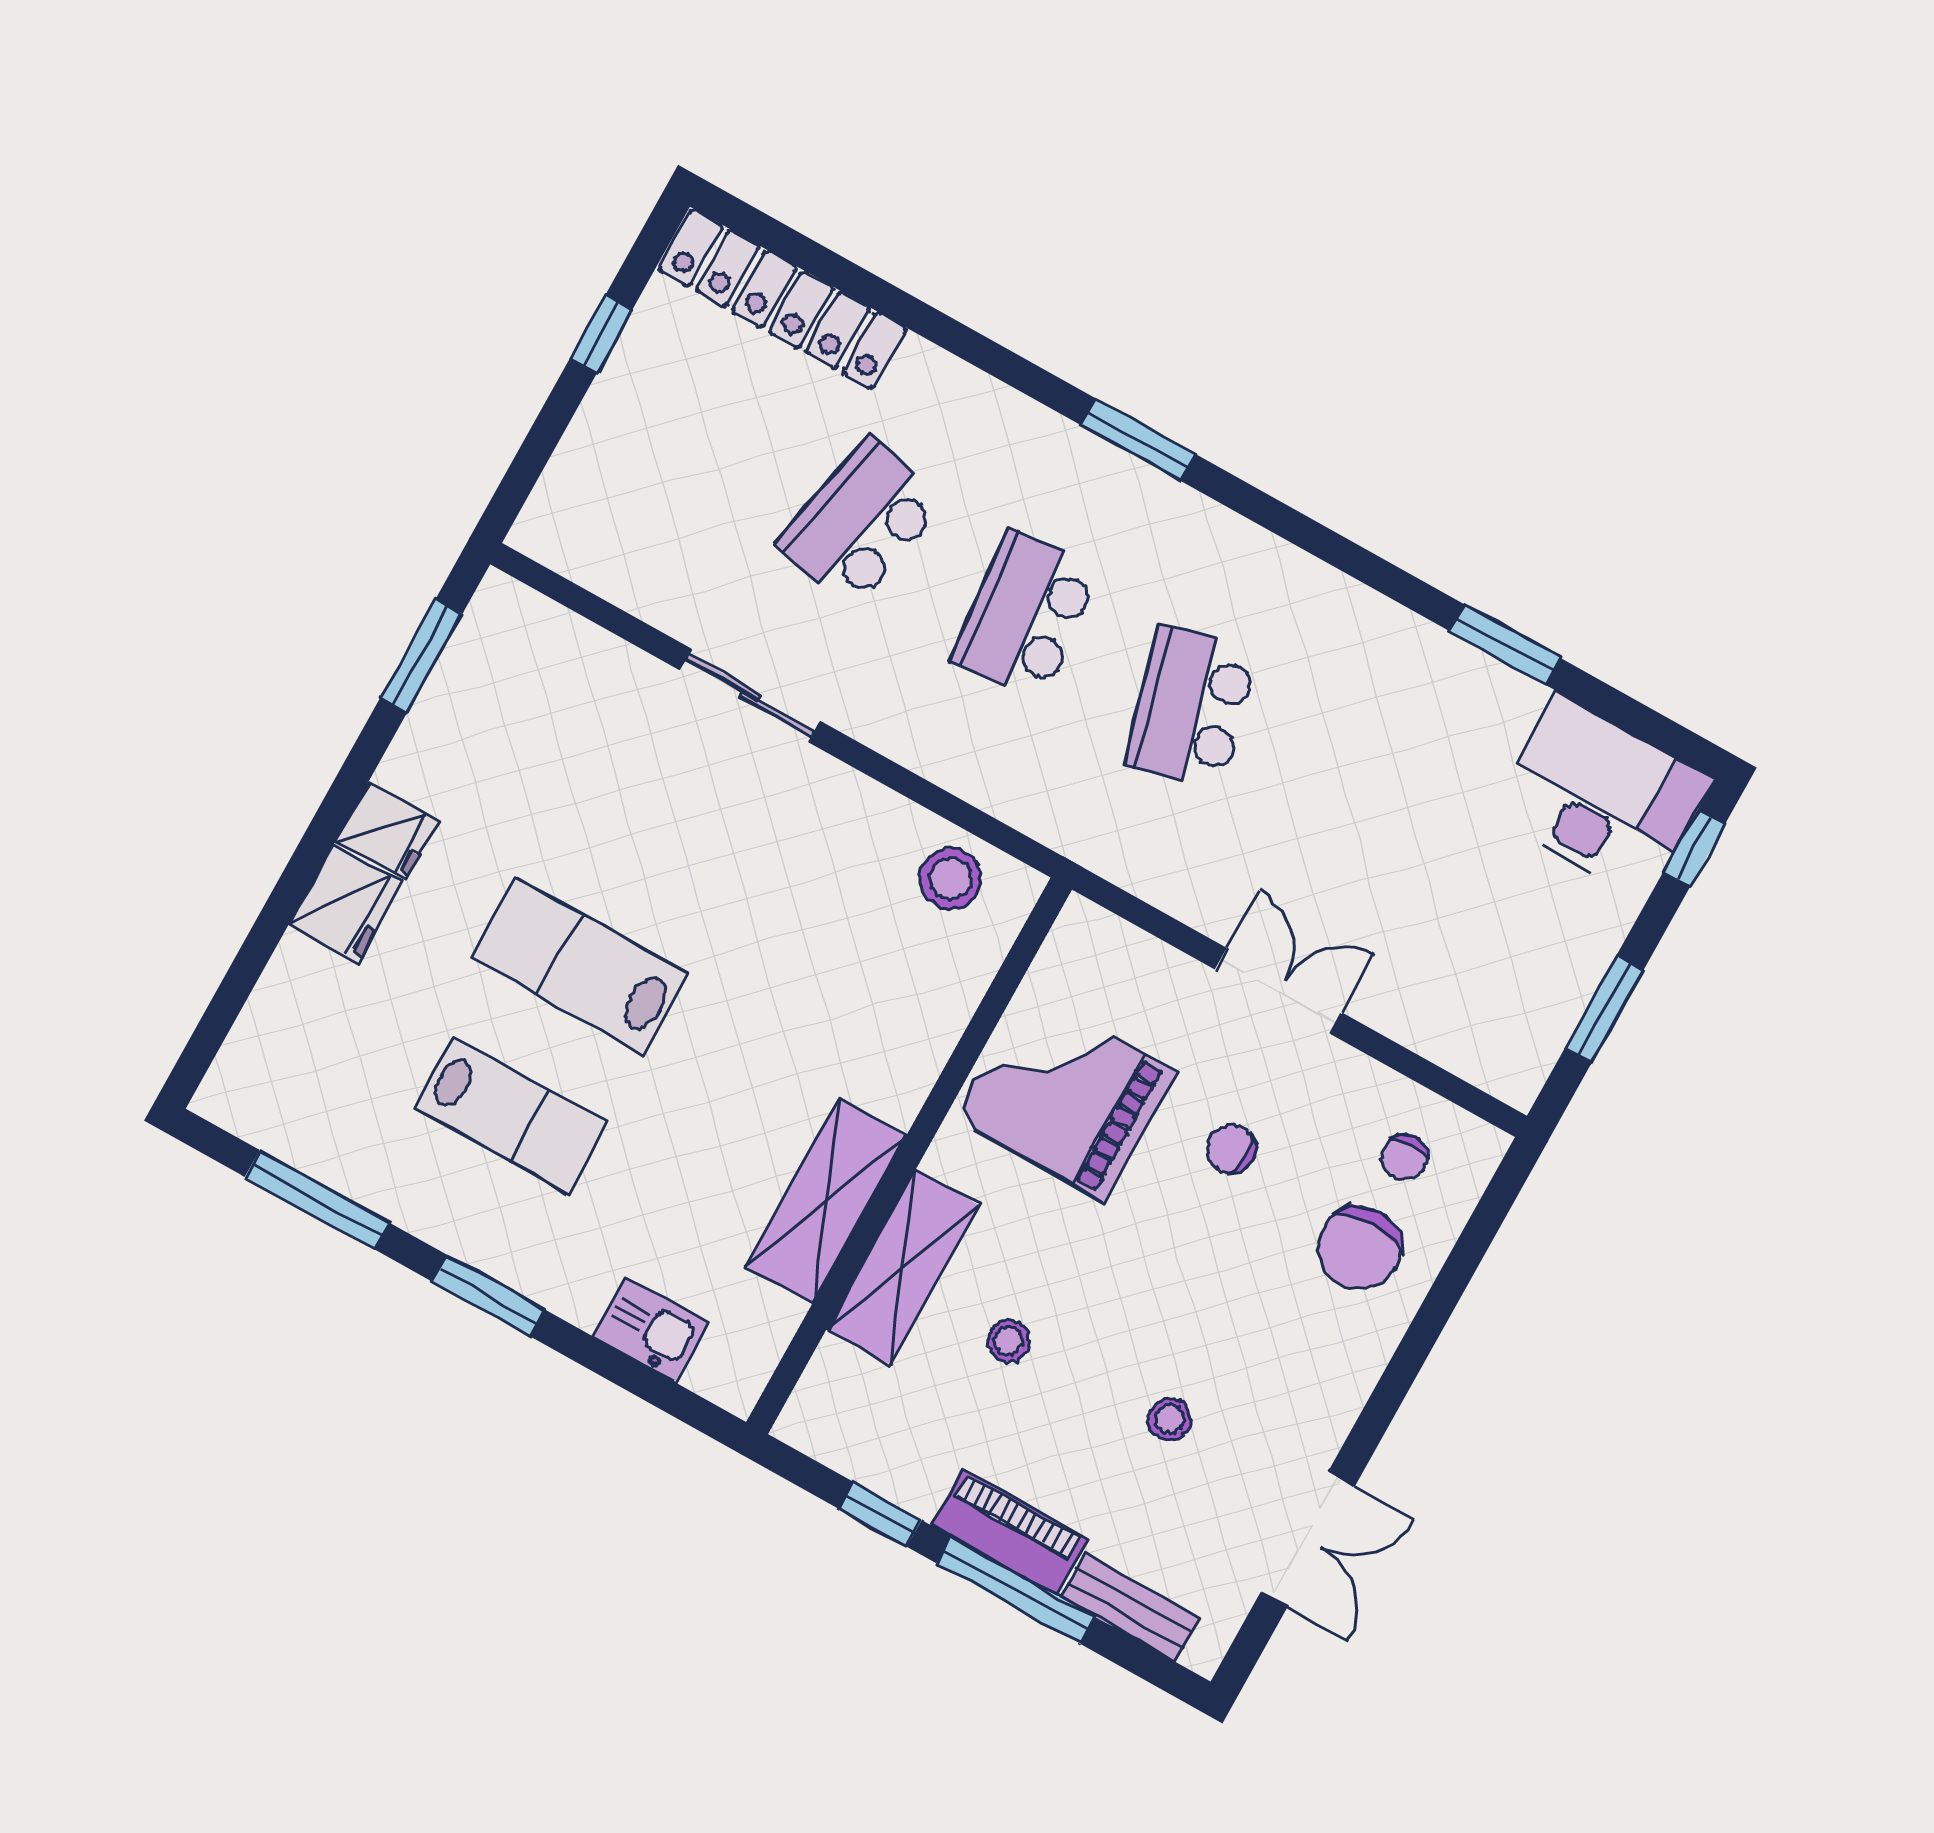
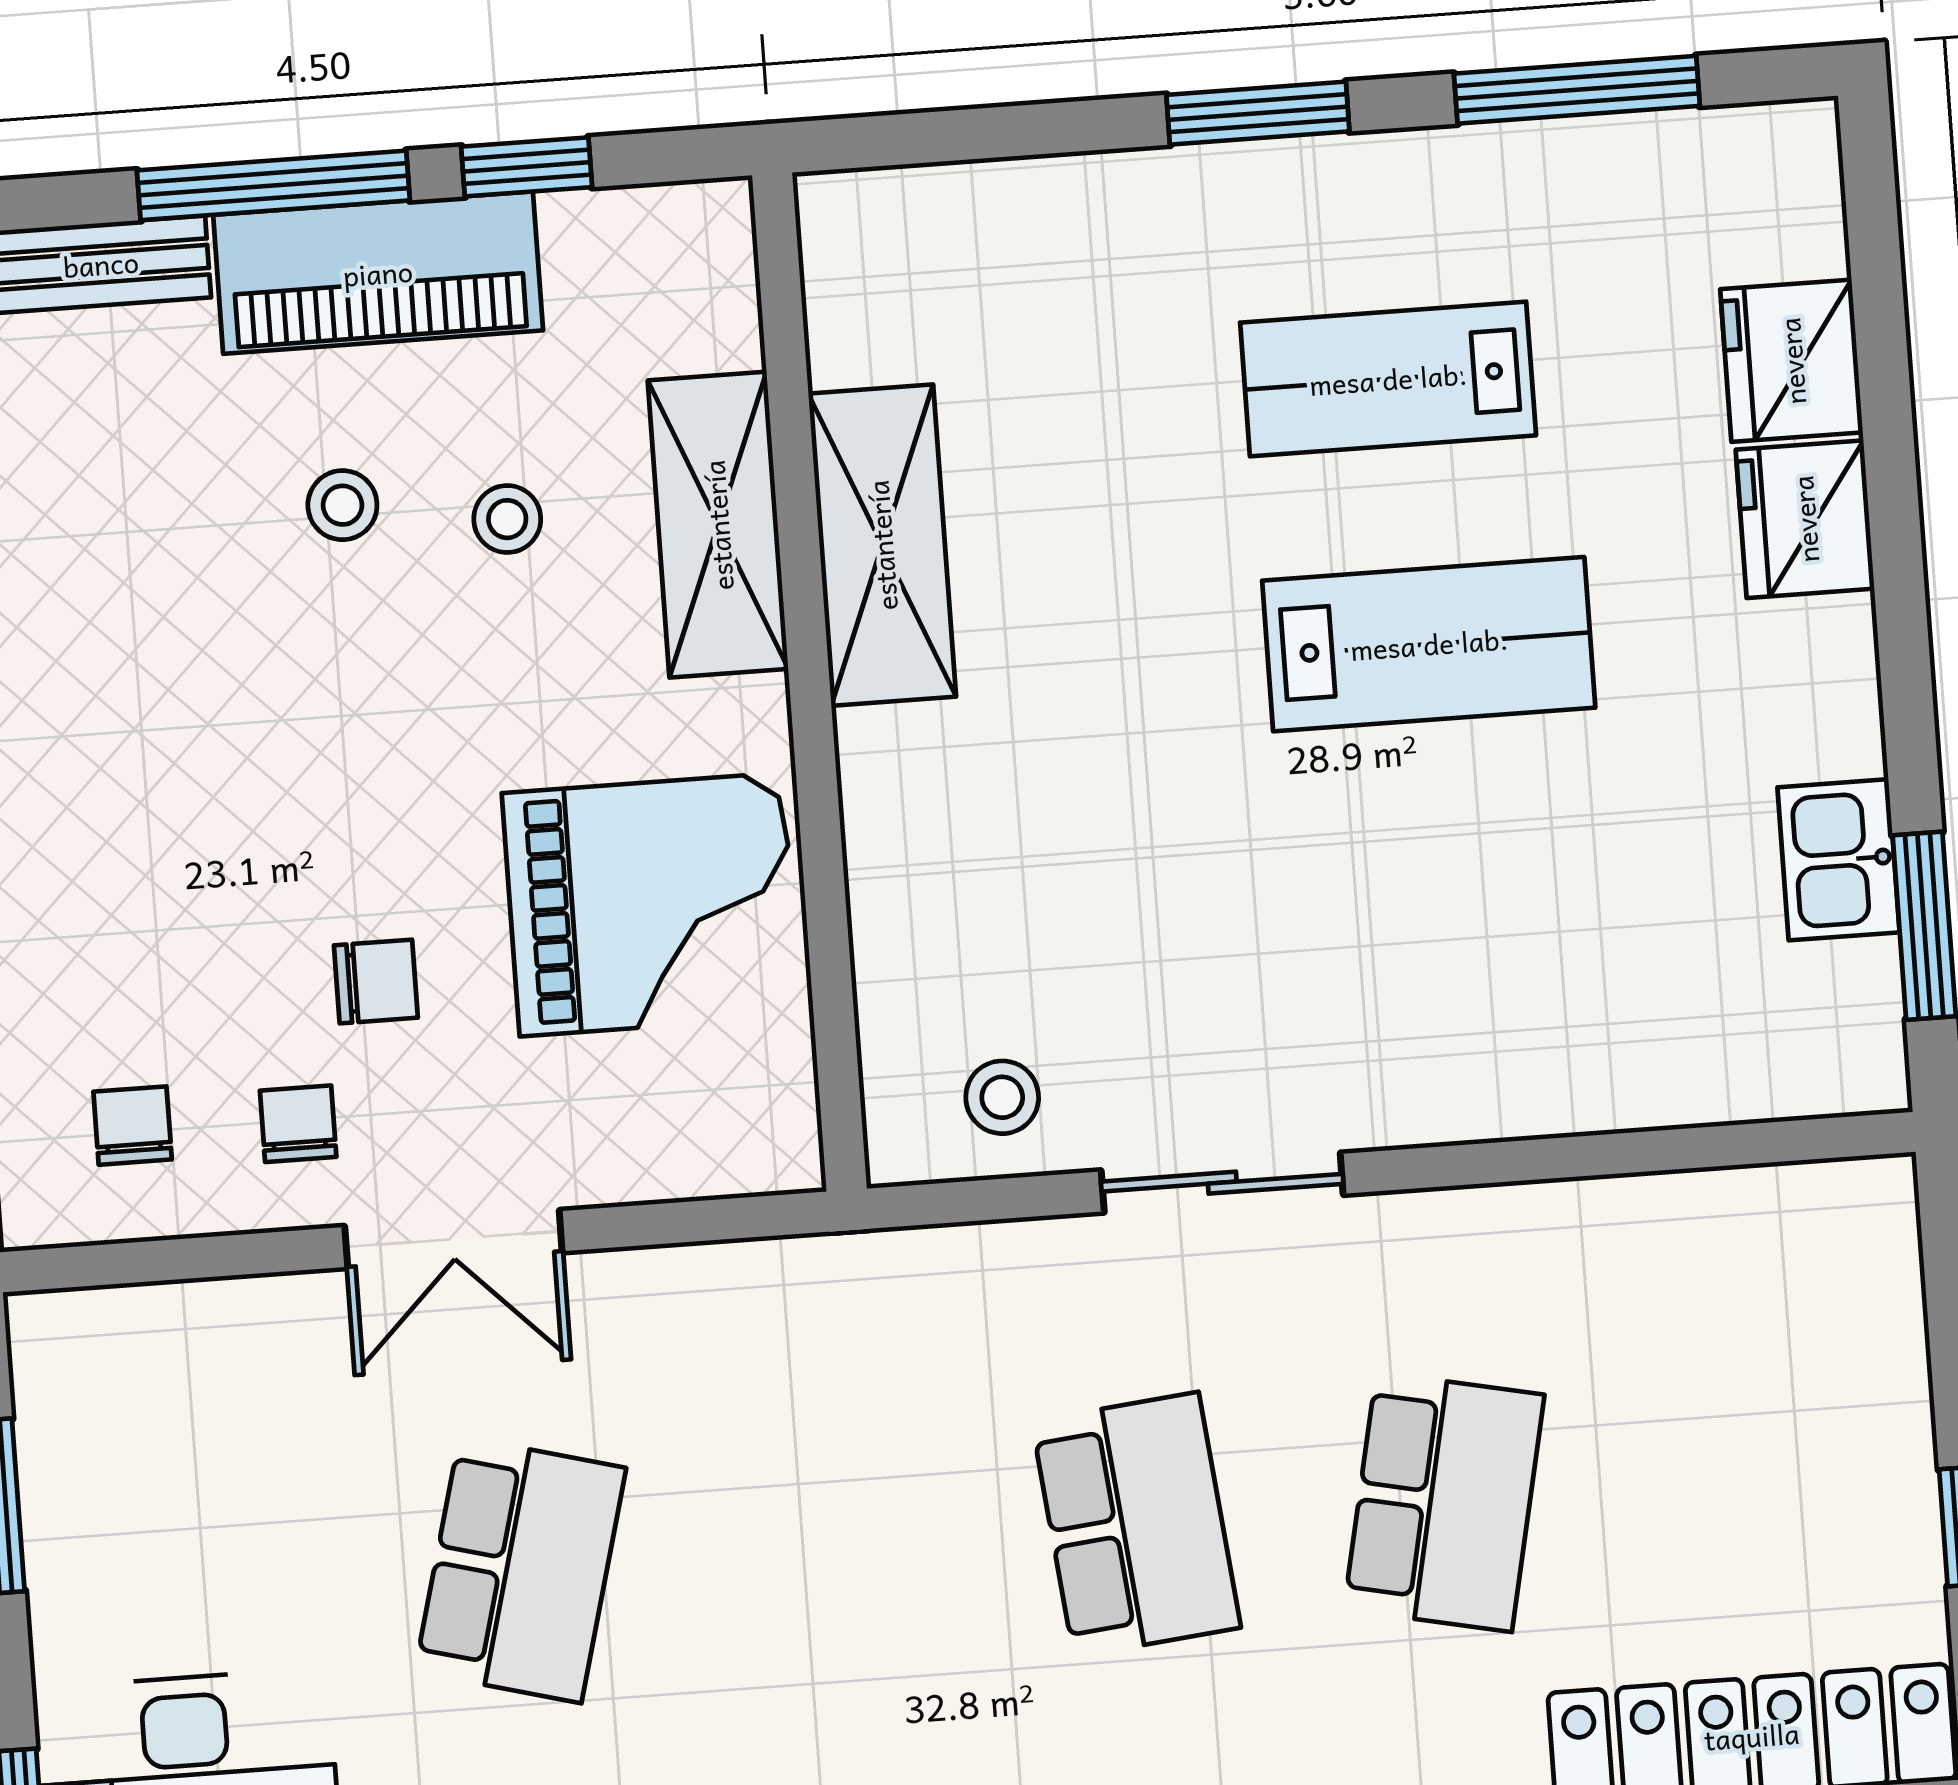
sliding door: (750, 695) -> (1222, 1183), moved
school desk: (1191, 707) -> (520, 1570), moved, turned 30
fridge: (387, 830) -> (1792, 361), moved, width x1.38
stool: (950, 879) -> (1002, 1097), width x0.73, depth x0.73
chair: (1360, 1248) -> (298, 1124), moved, width x0.54, depth x0.54
kitchen sink: (651, 1330) -> (1839, 860), moved, turned 90
stool: (1170, 1419) -> (342, 505), moved
piano: (1009, 1532) -> (378, 273), width x1.37, depth x1.33

